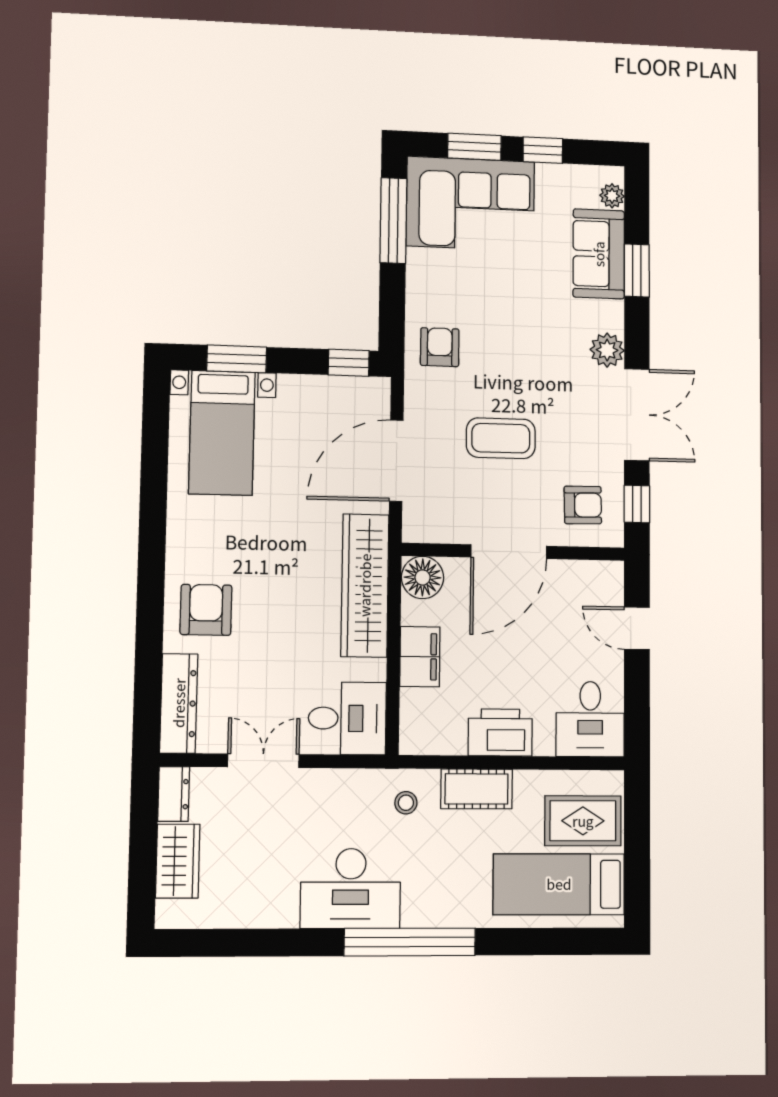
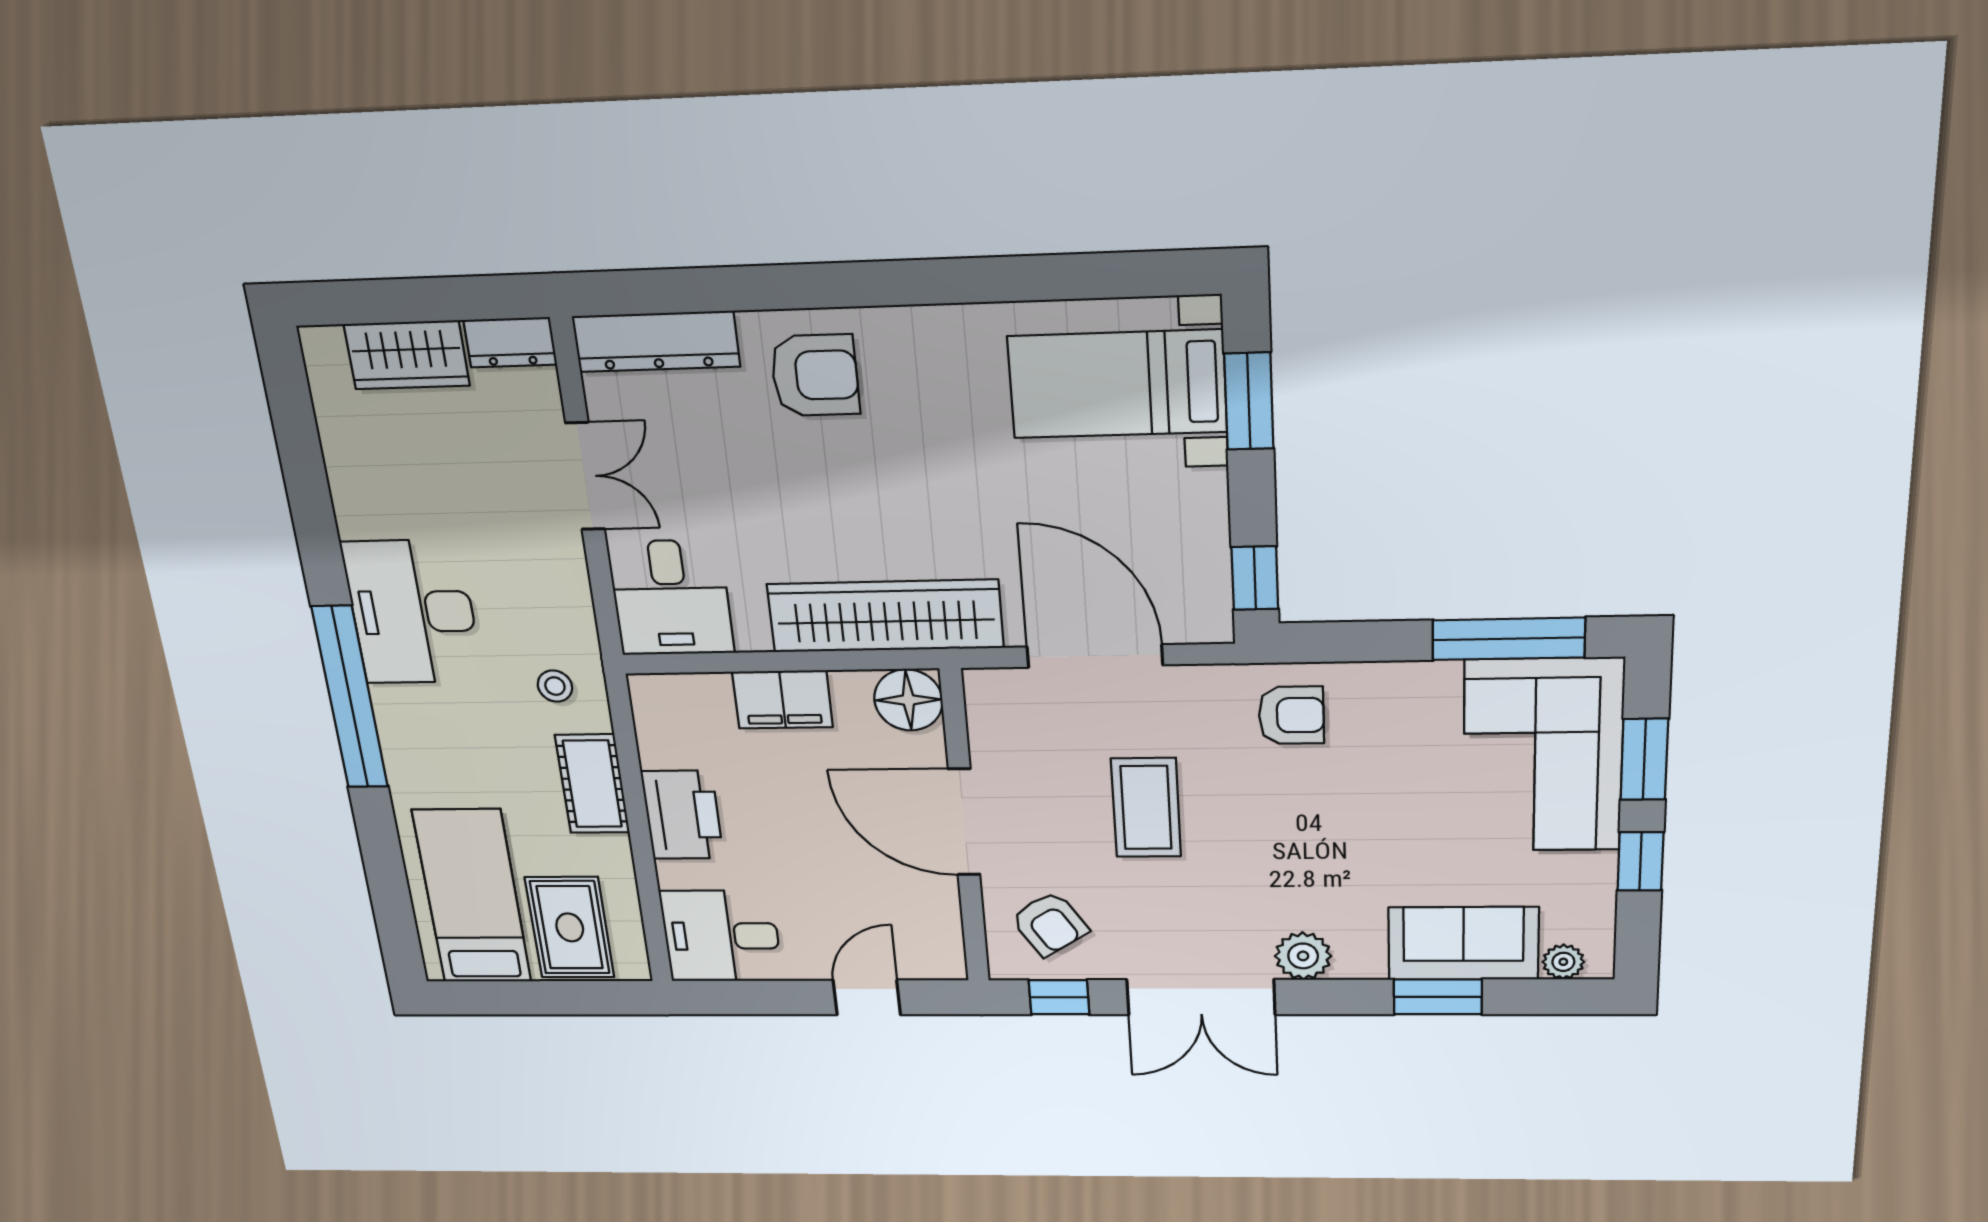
armchair: (583, 505) -> (1050, 924), turned -32

